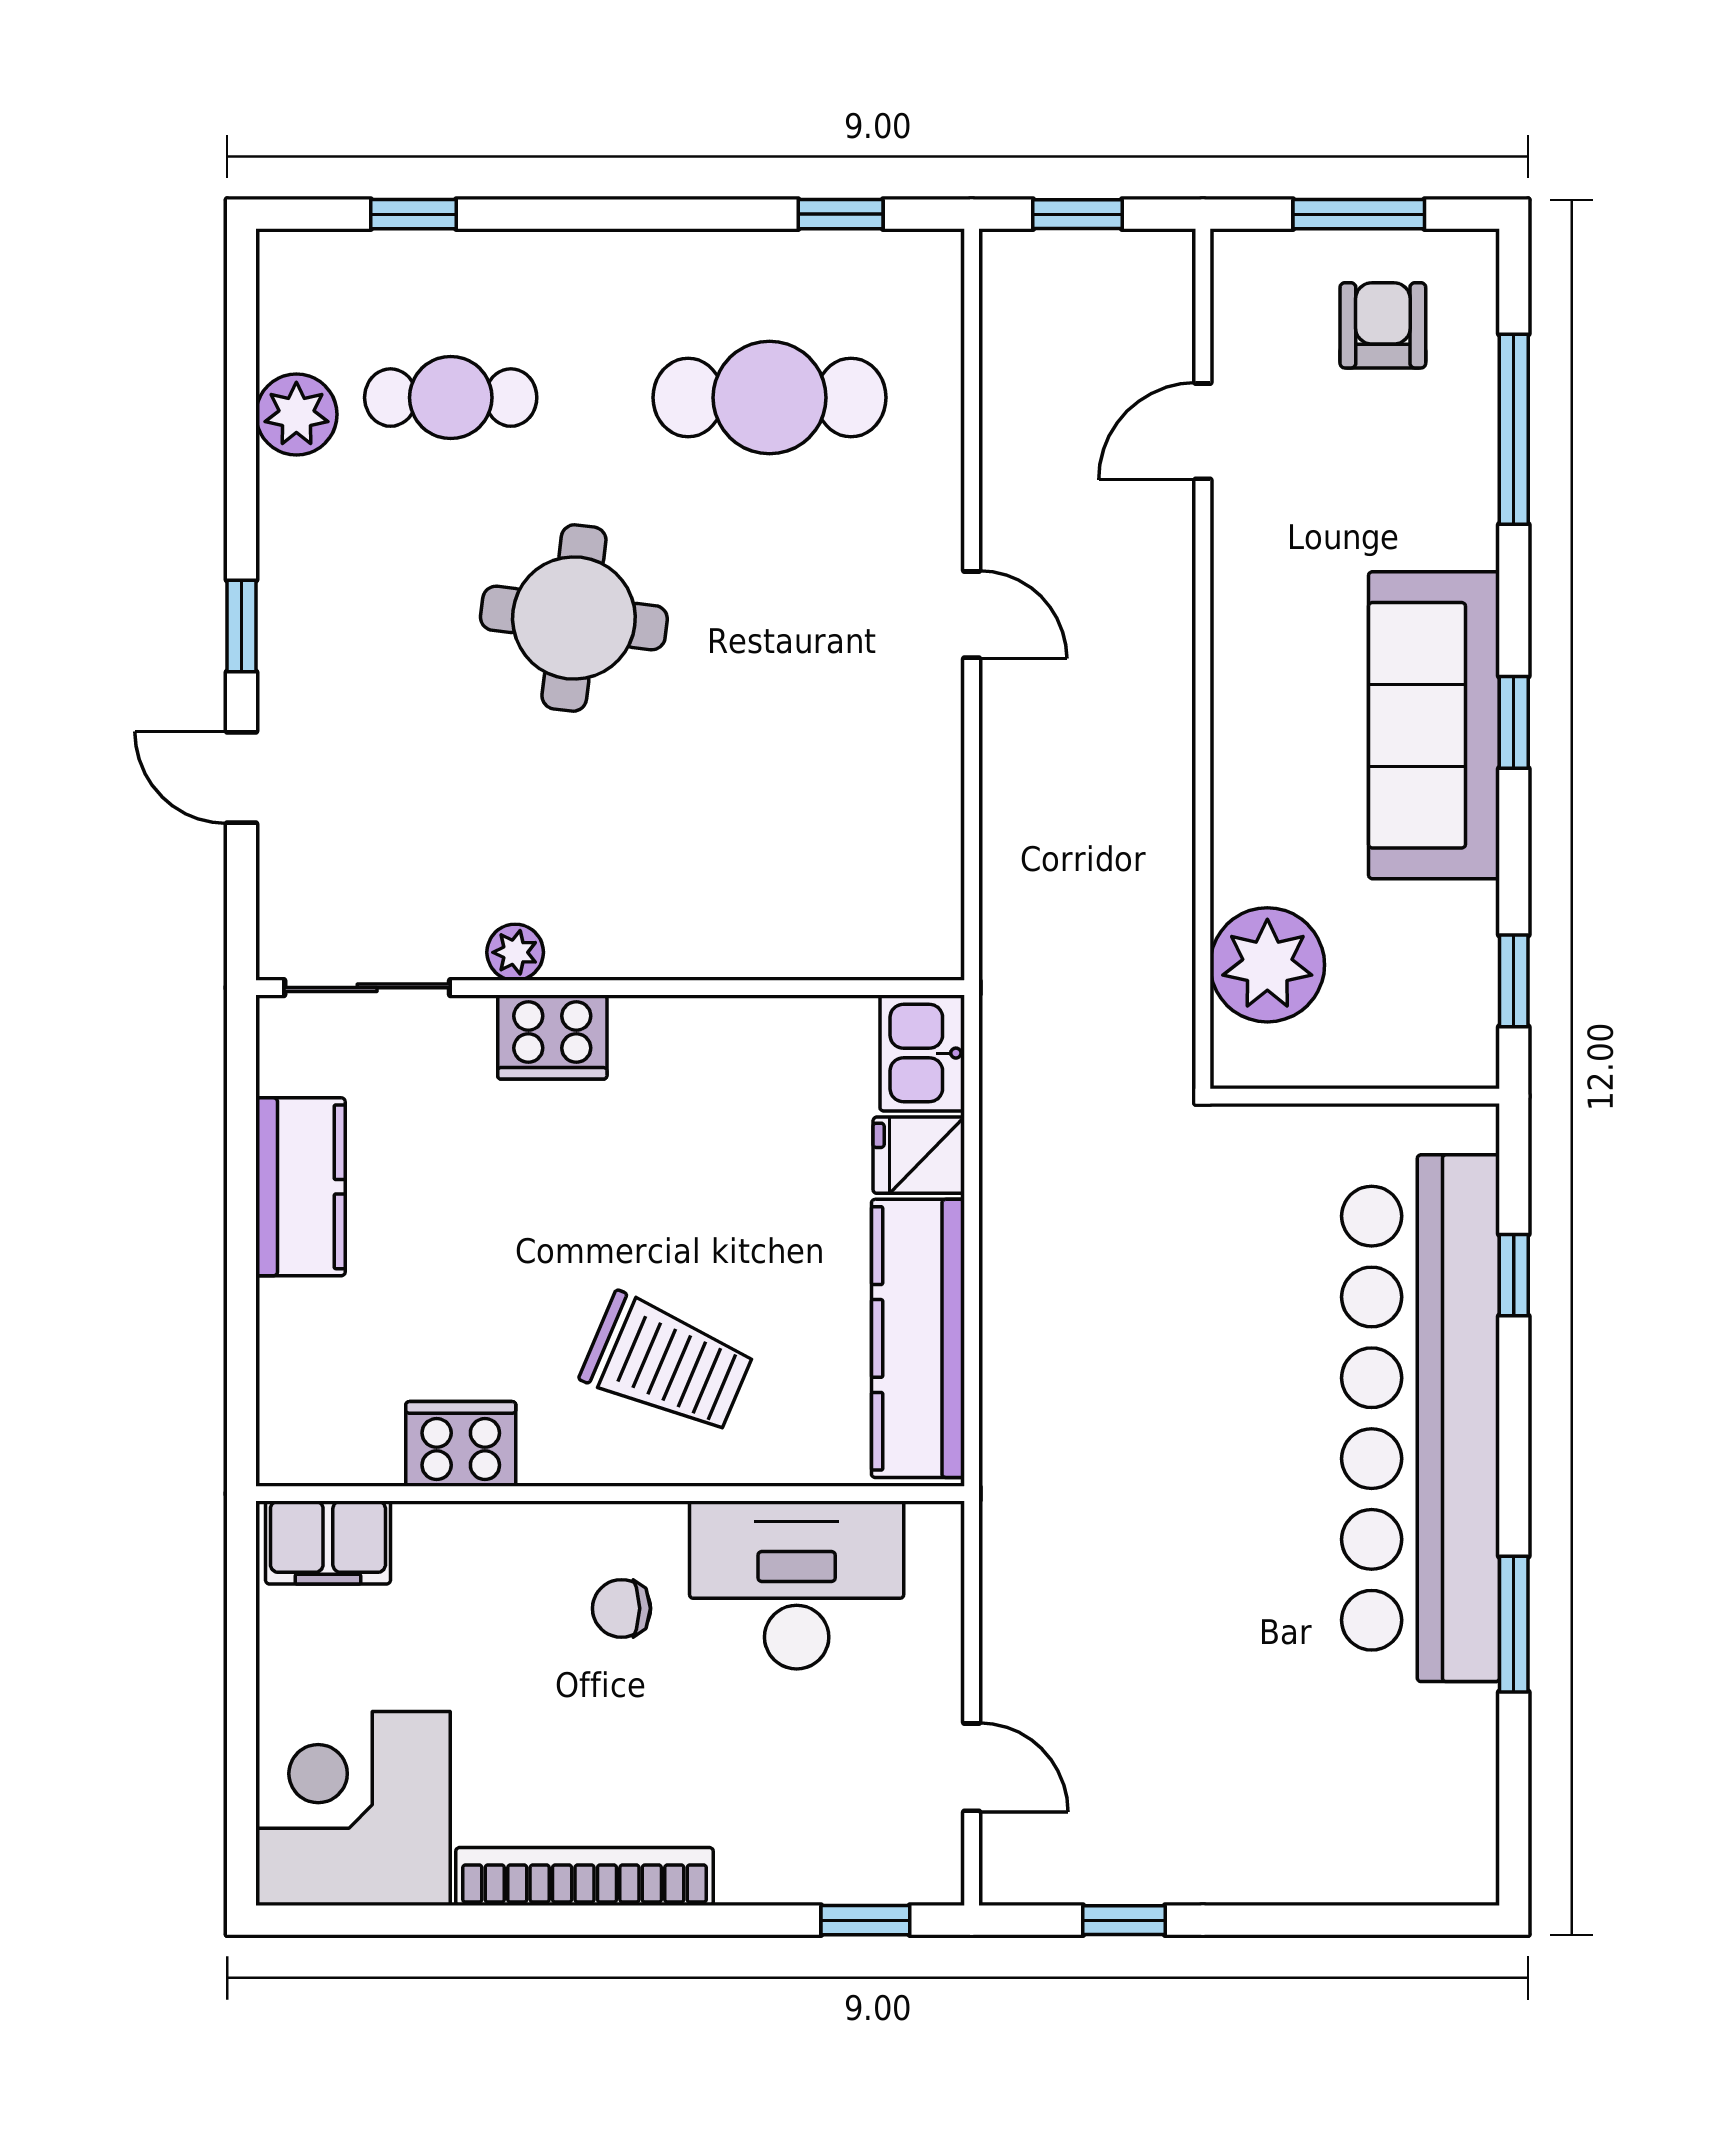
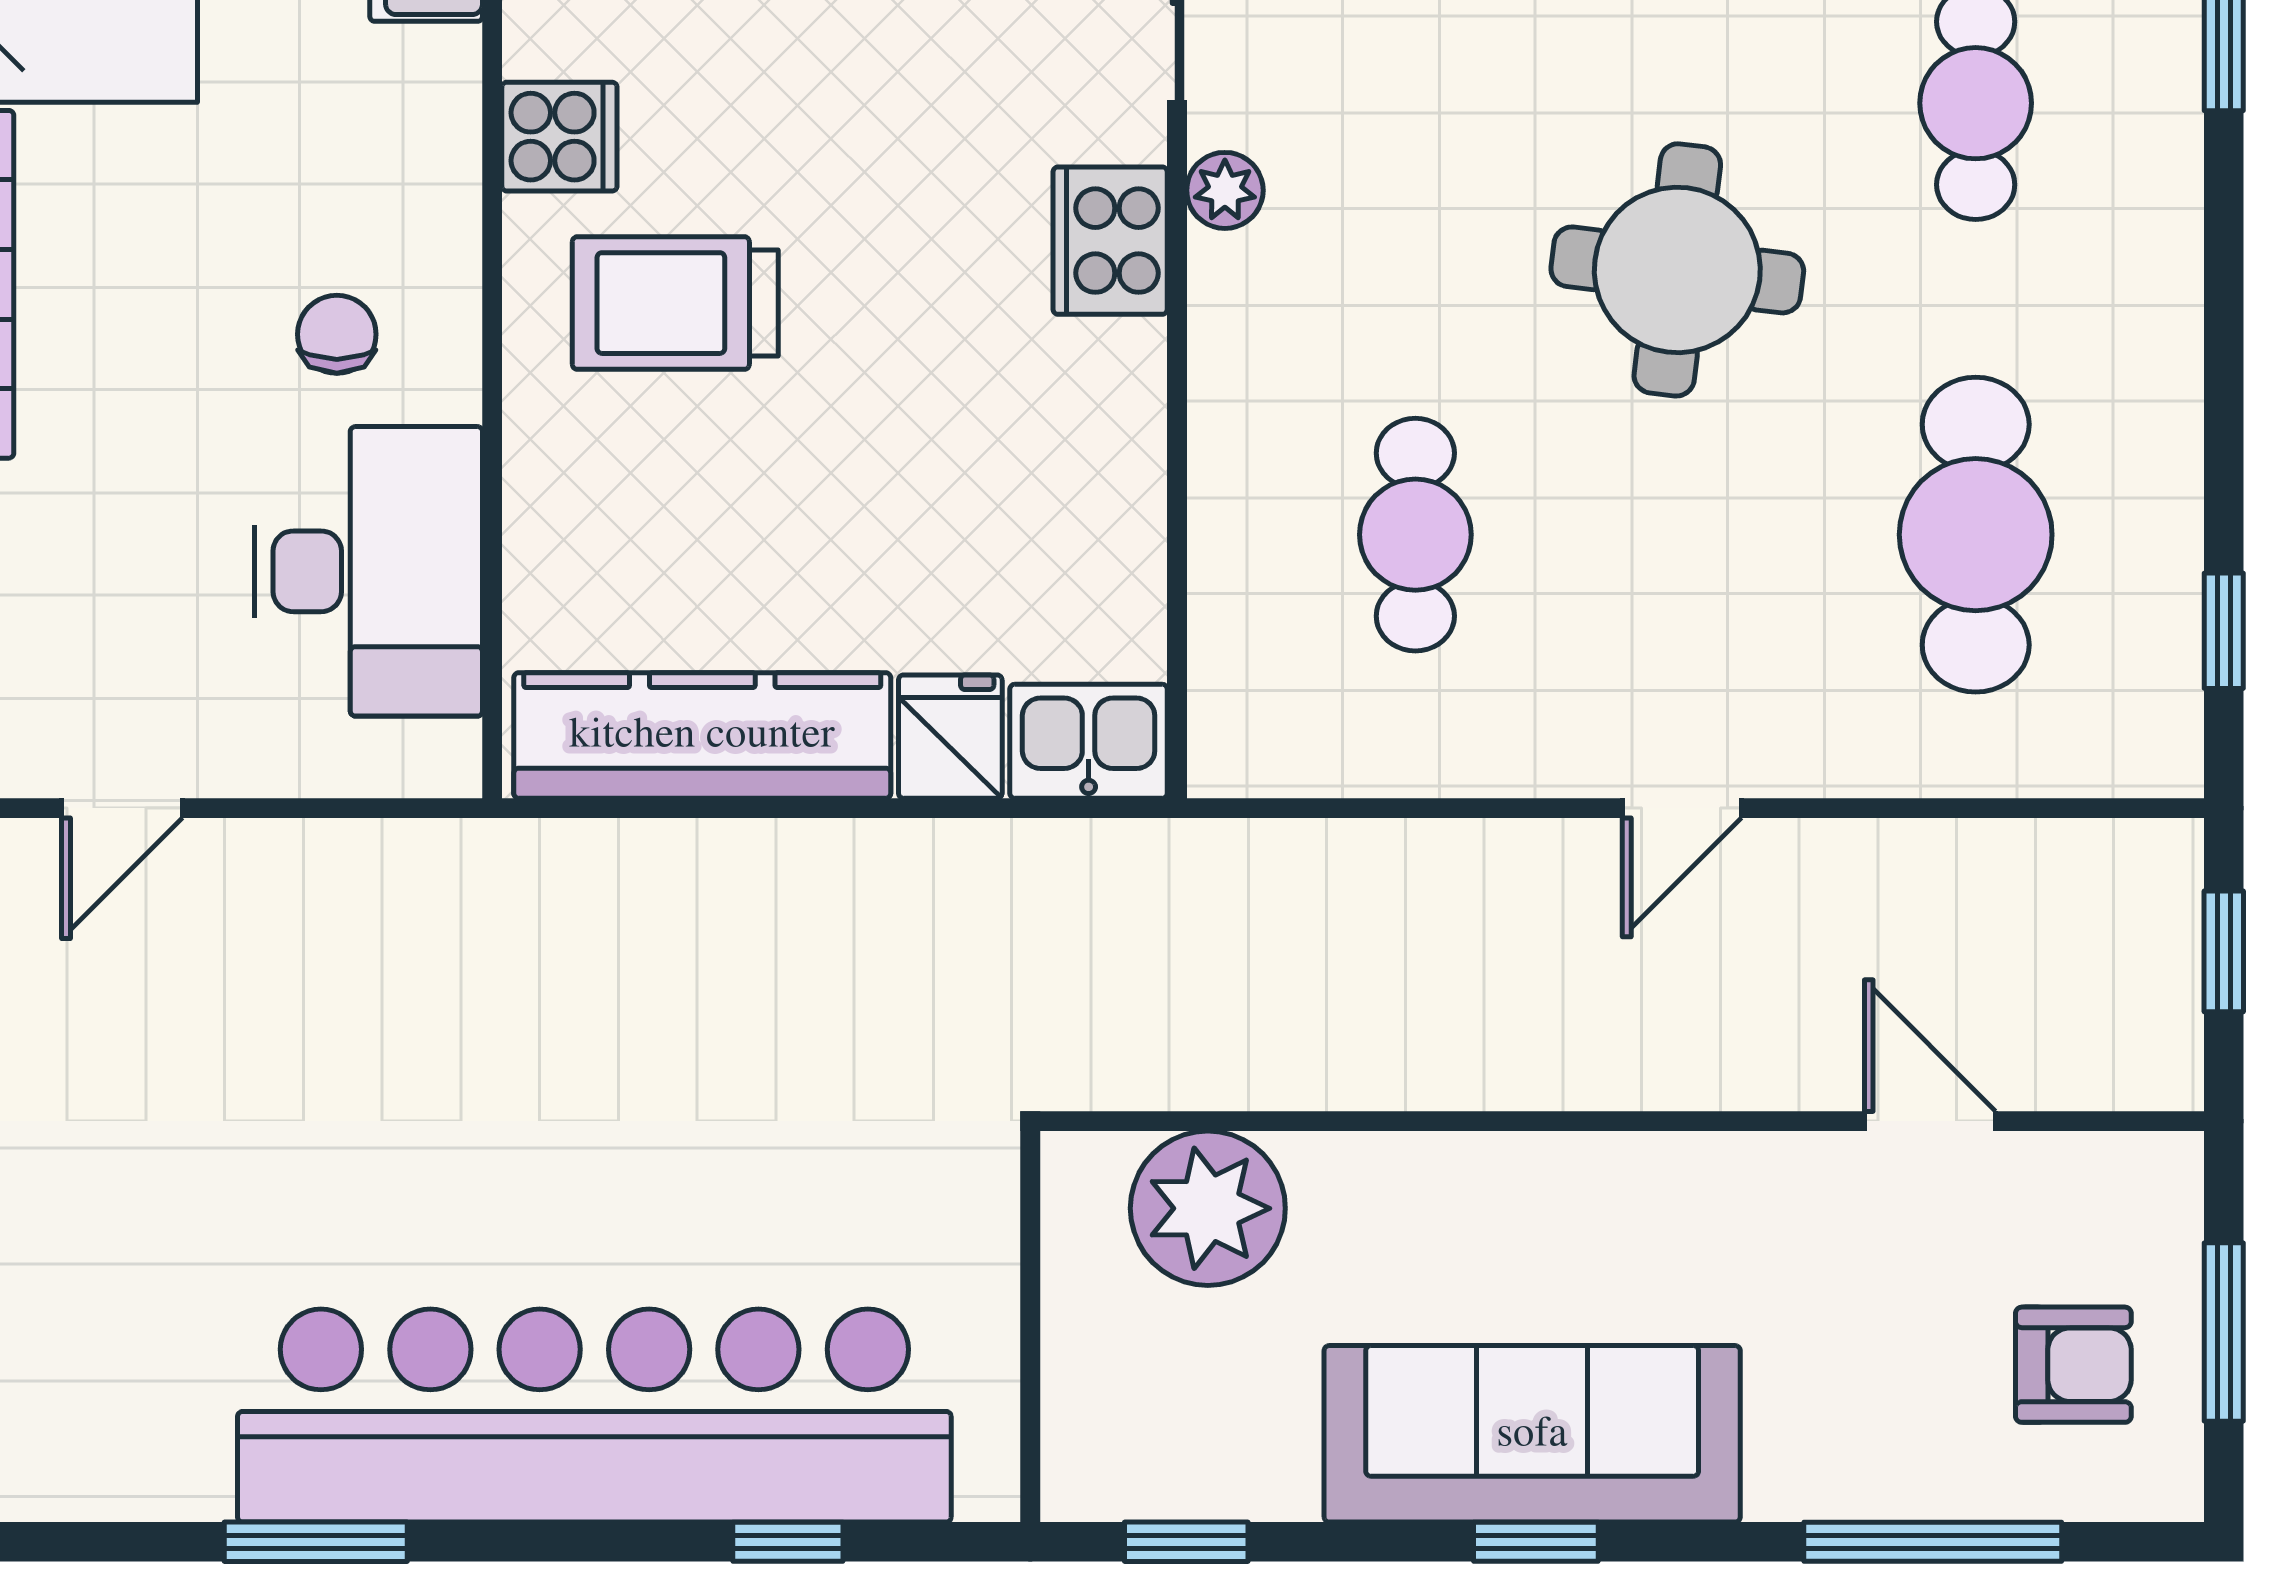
cafe table: (770, 812) -> (1415, 535), added
trolley: (667, 1364) -> (675, 303), moved, turned 67
cooker: (461, 1444) -> (559, 137), width x0.73

